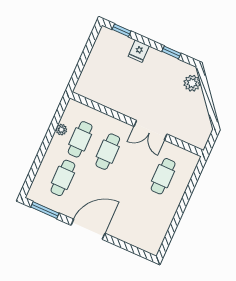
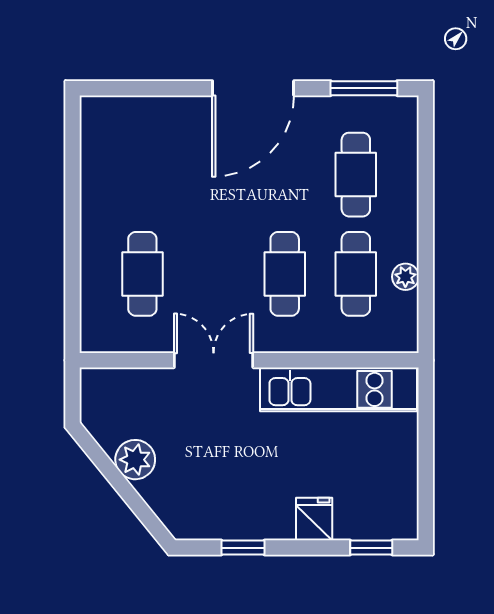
plant: (192, 83) -> (135, 460), moved
kitchen unit: (107, 97) -> (338, 389), added

